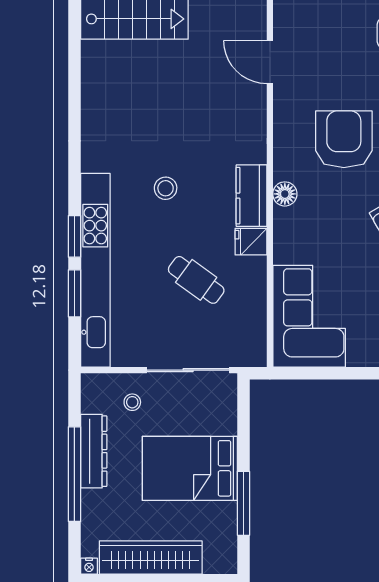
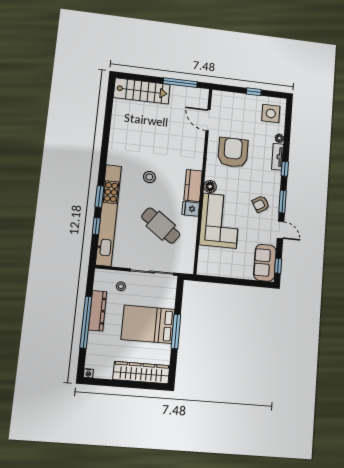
armchair: (344, 139) -> (233, 152), moved
cafe table: (196, 280) -> (161, 226), width x1.37, depth x1.35
window: (74, 293) -> (96, 226), width x0.67
corner sofa: (309, 316) -> (220, 221), moved
window: (243, 503) -> (176, 331), moved
wardrobe: (151, 557) -> (141, 373), moved

